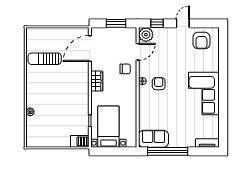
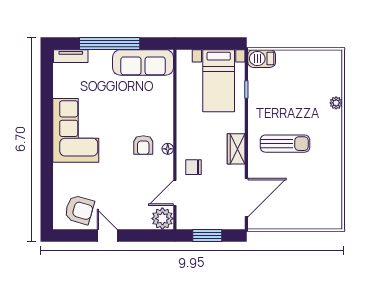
window: (157, 23) -> (146, 235), removed
door: (183, 23) -> (107, 235), swing flipped
armchair: (201, 40) -> (79, 210), turned 106
sun lounger: (45, 59) -> (285, 144), moved
sofa: (154, 139) -> (143, 62), width x1.36
window: (168, 151) -> (110, 44), moved

